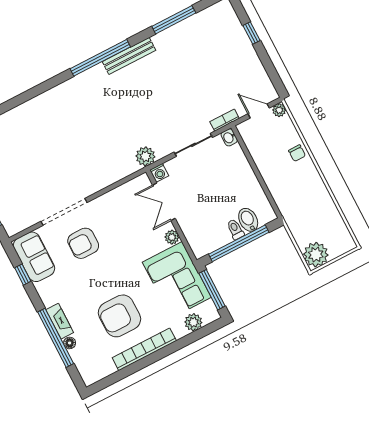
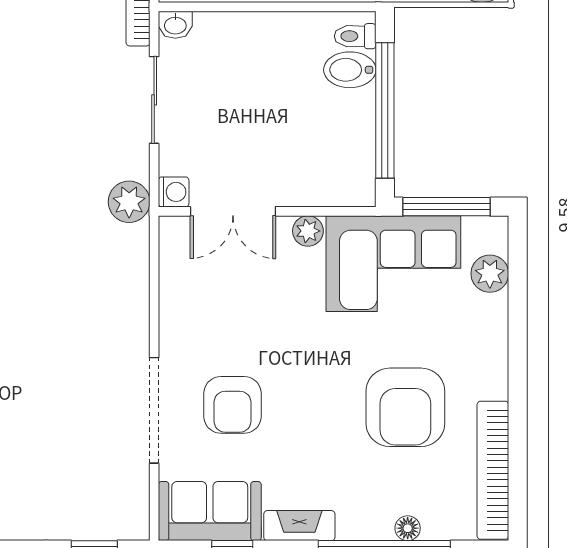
toilet: (235, 229) -> (355, 36), moved
fireplace: (60, 321) -> (299, 526), moved
bookcase: (144, 349) -> (493, 470), moved

